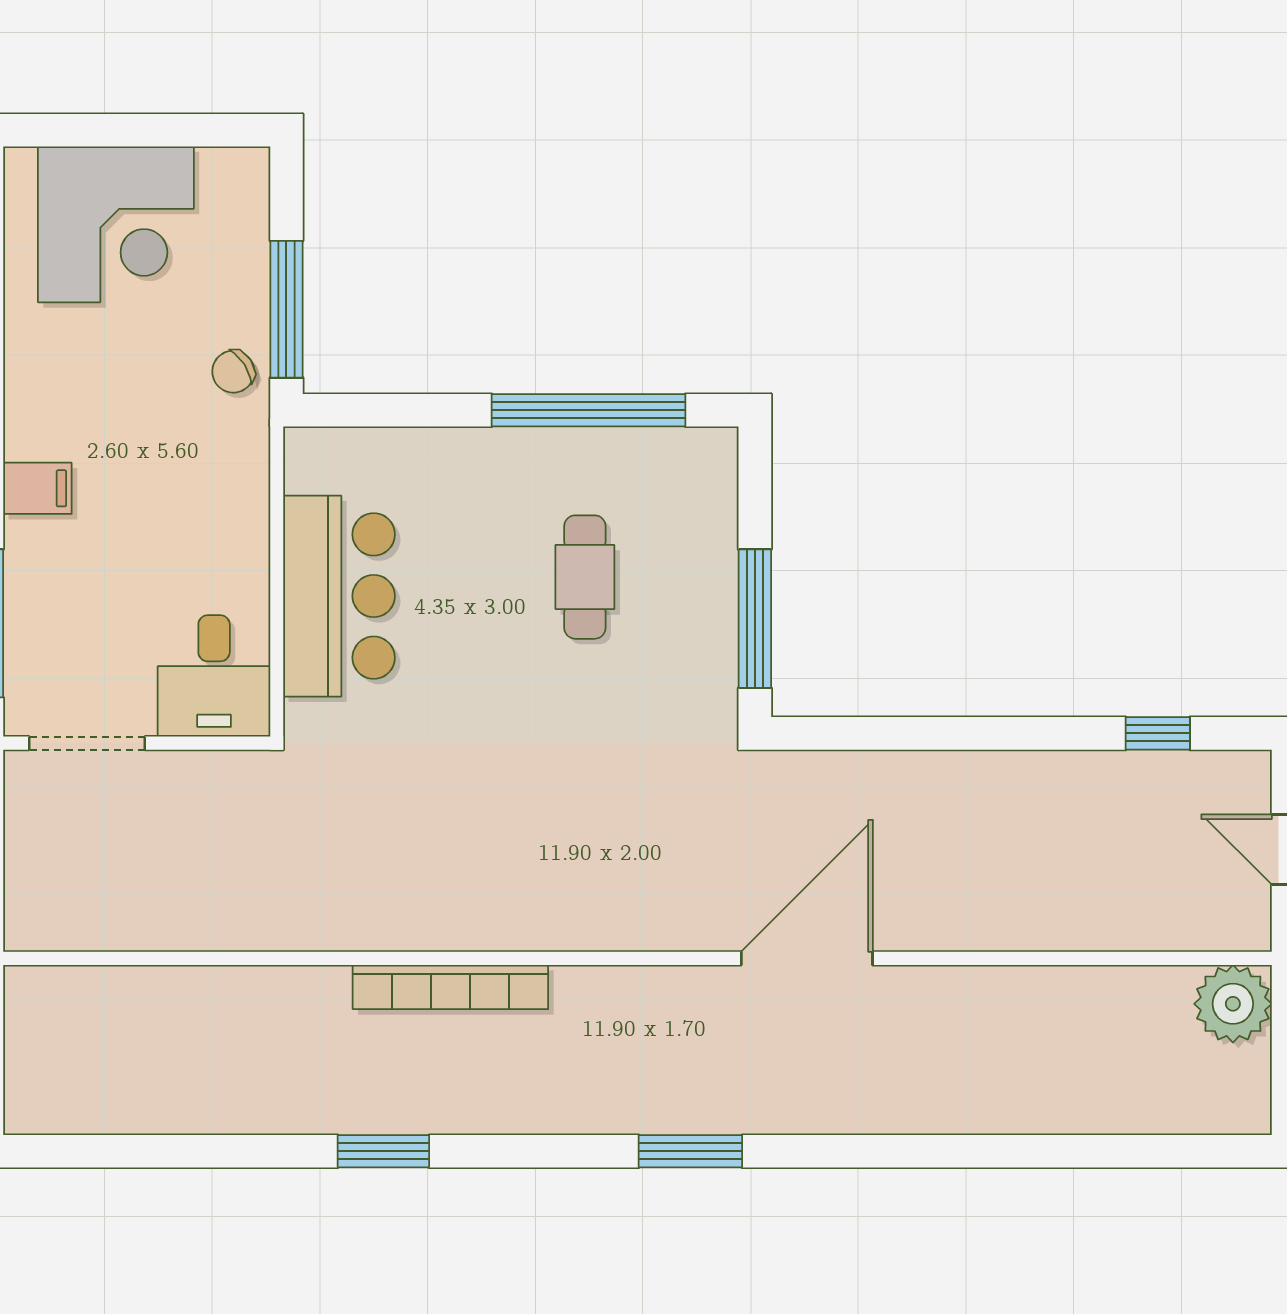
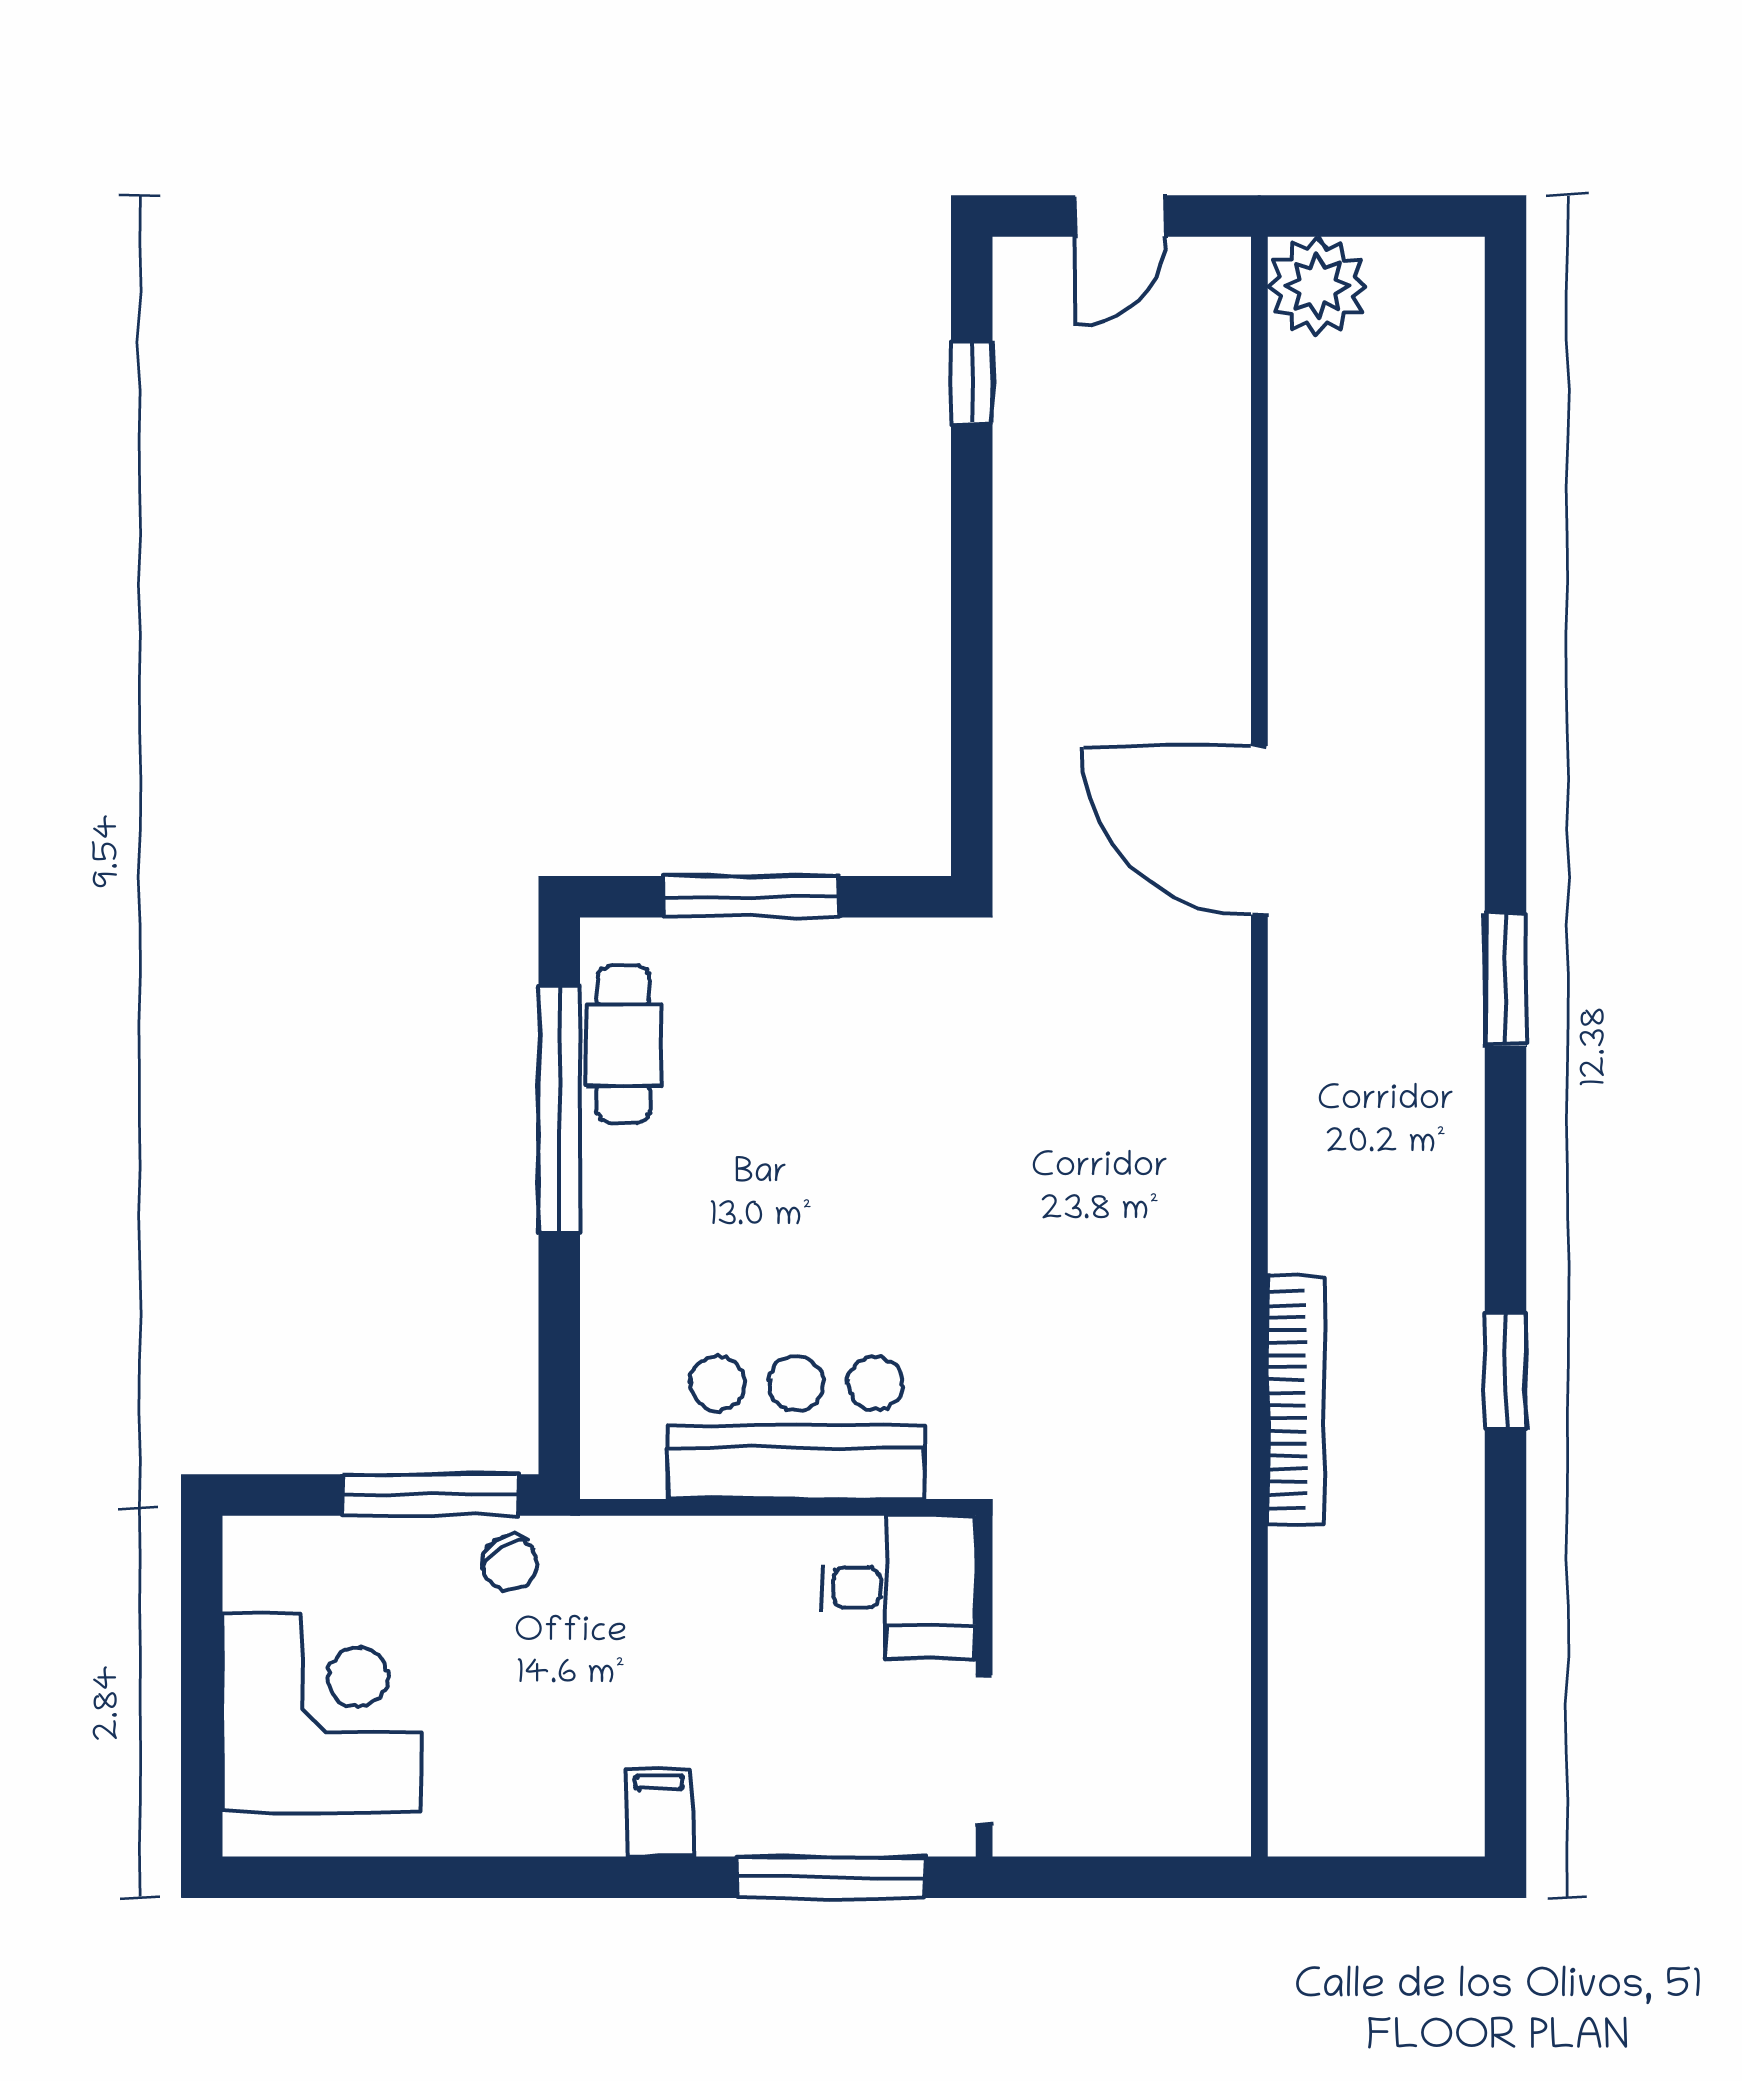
cafe table: (585, 577) -> (623, 1044), moved, turned 90
window: (755, 619) -> (751, 897), moved
bookcase: (450, 987) -> (1296, 1399), moved

